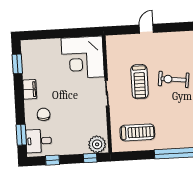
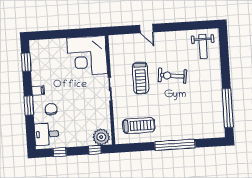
door: (146, 29) -> (146, 29), swing flipped
filing cabinet: (30, 89) -> (38, 90), width x0.50
window: (21, 135) -> (29, 106), moved

